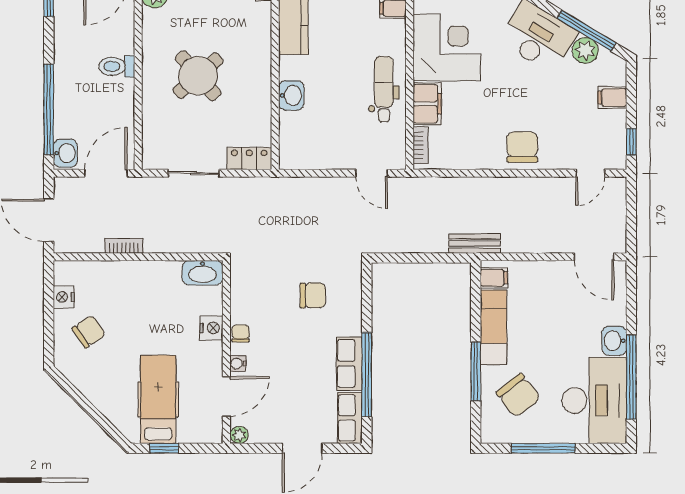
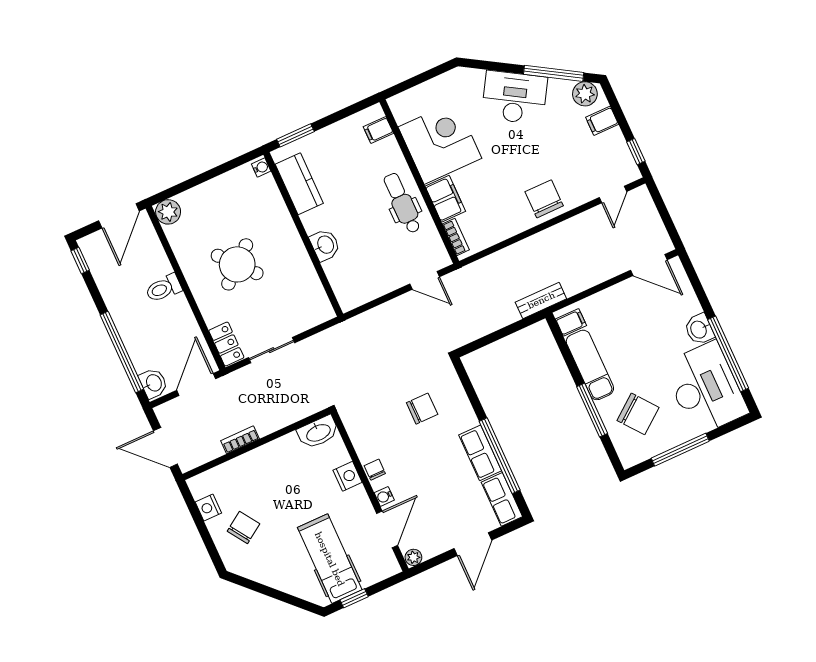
plant: (585, 50) -> (585, 94), moved
locker: (249, 159) -> (226, 344), moved, turned 90

